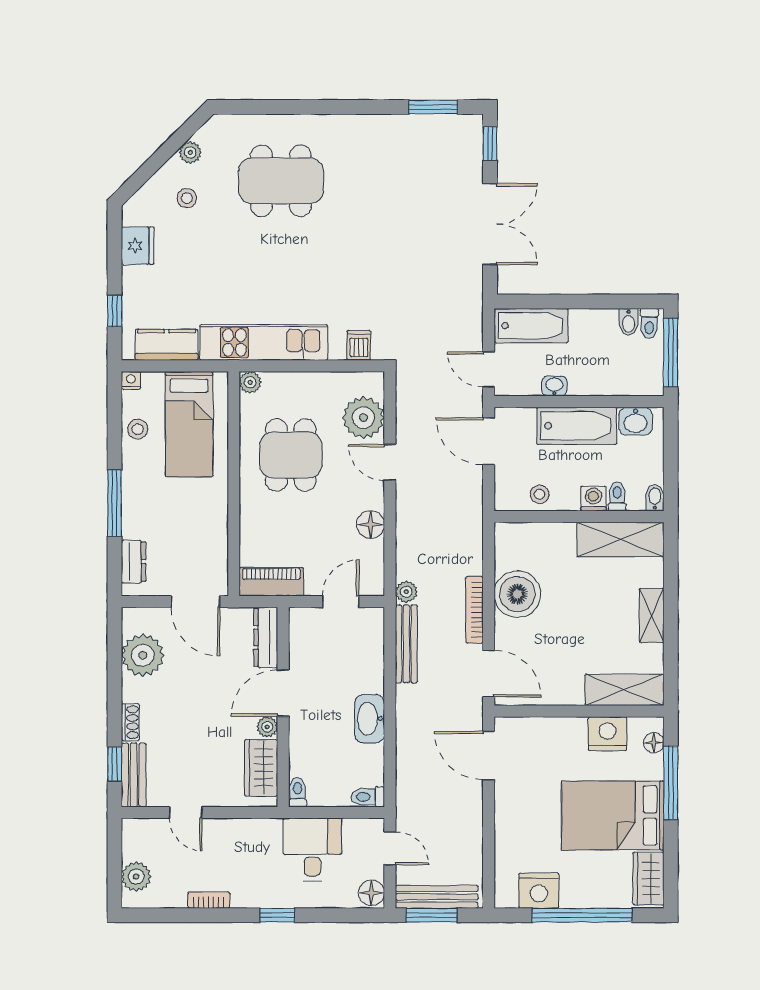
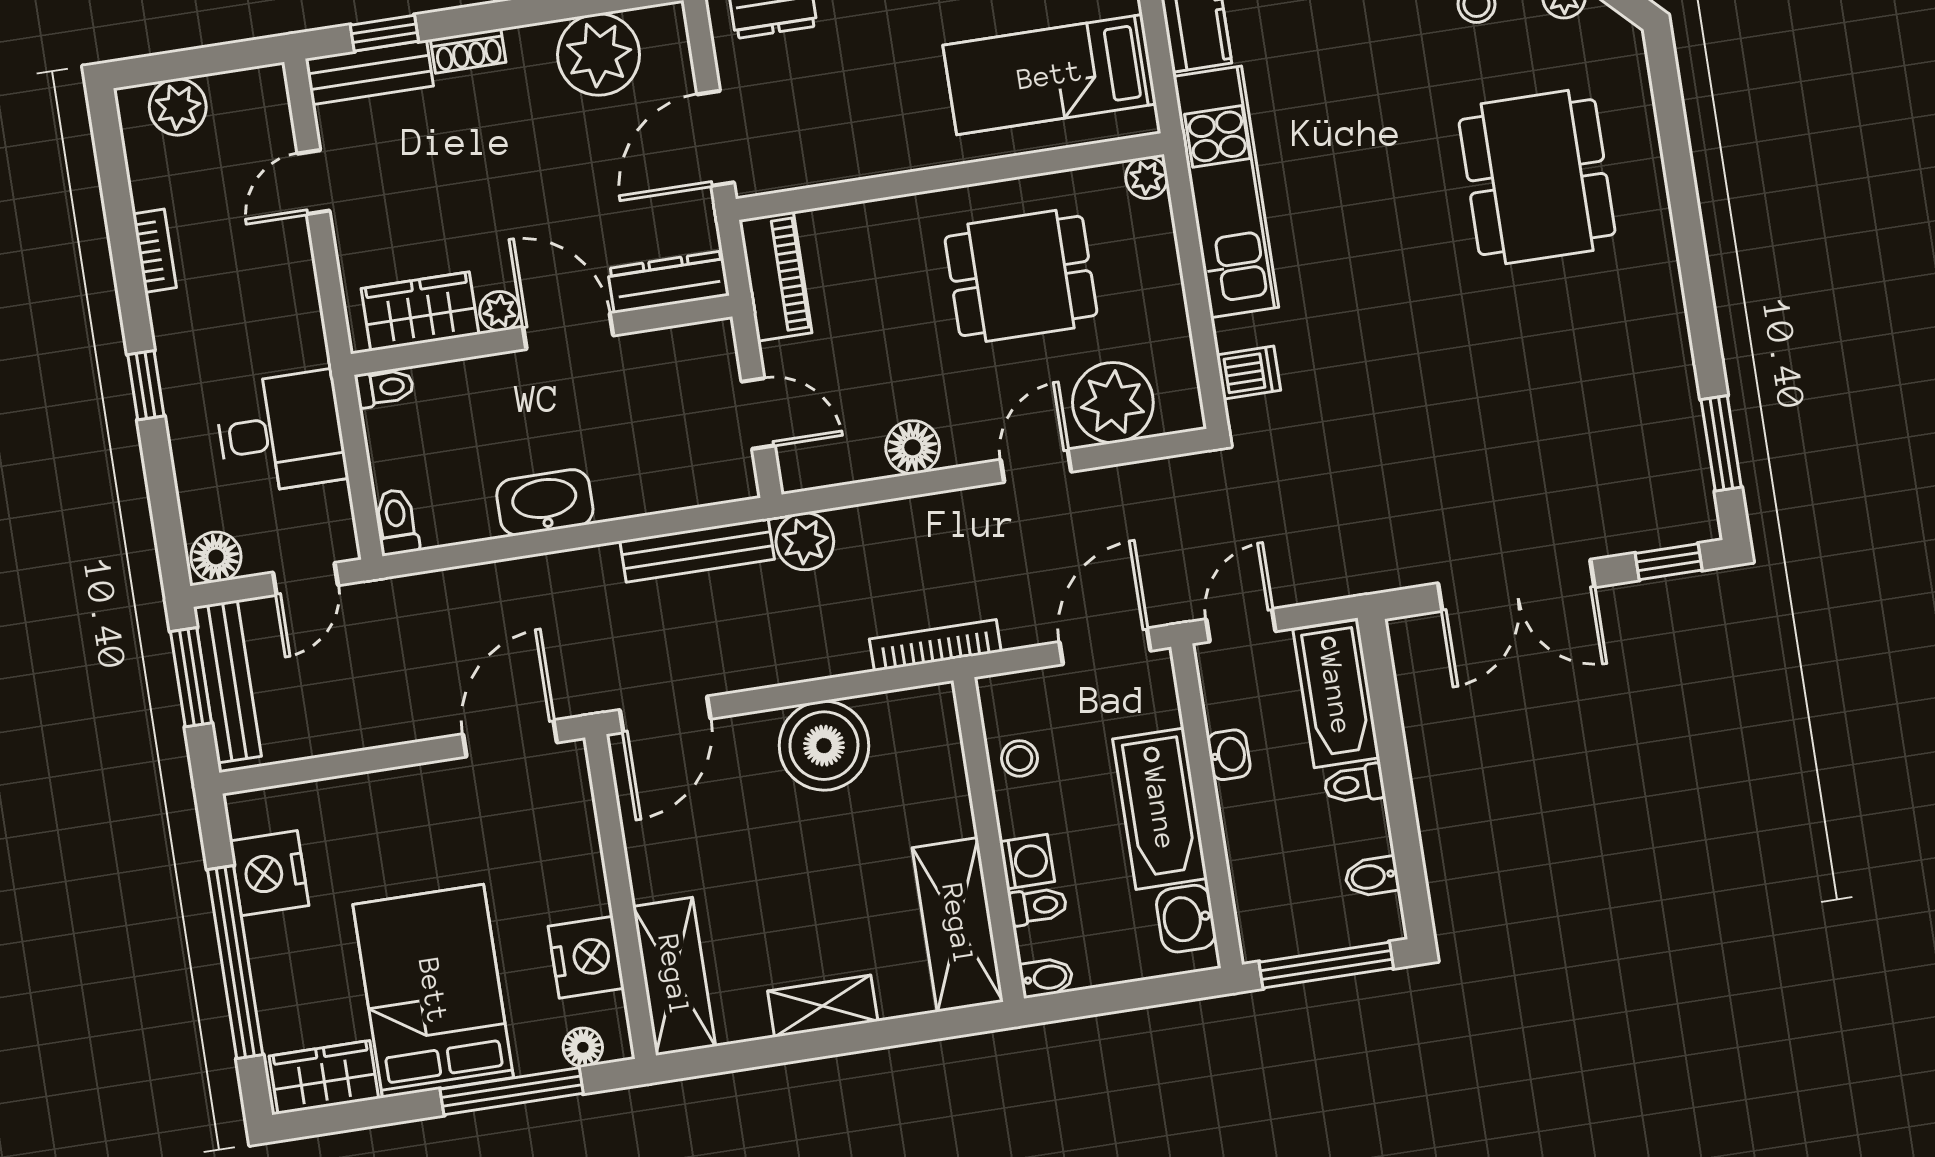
toilet: (649, 324) -> (1354, 784), moved
plant: (406, 592) -> (805, 541), width x1.38, depth x1.38
bookcase: (474, 610) -> (935, 645), moved

